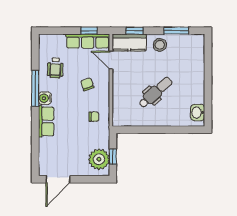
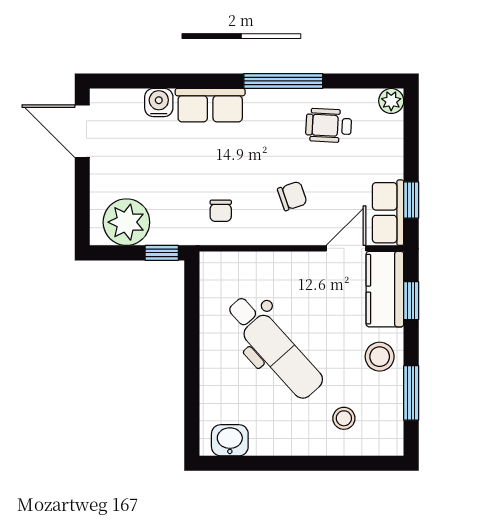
plant: (44, 40) -> (391, 101), added
row of seats: (88, 41) -> (388, 213), width x0.68
stool: (188, 61) -> (344, 418), added
dental chair: (155, 92) -> (274, 347), width x1.36, depth x1.38
water cooler: (45, 98) -> (159, 102), moved
window: (113, 157) -> (162, 253), moved

